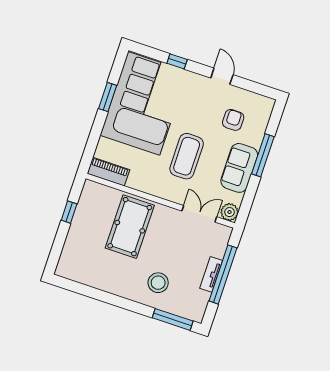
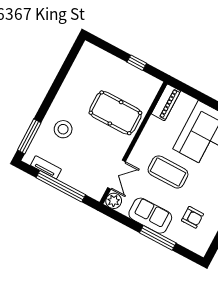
tv unit: (211, 274) -> (46, 167), moved

